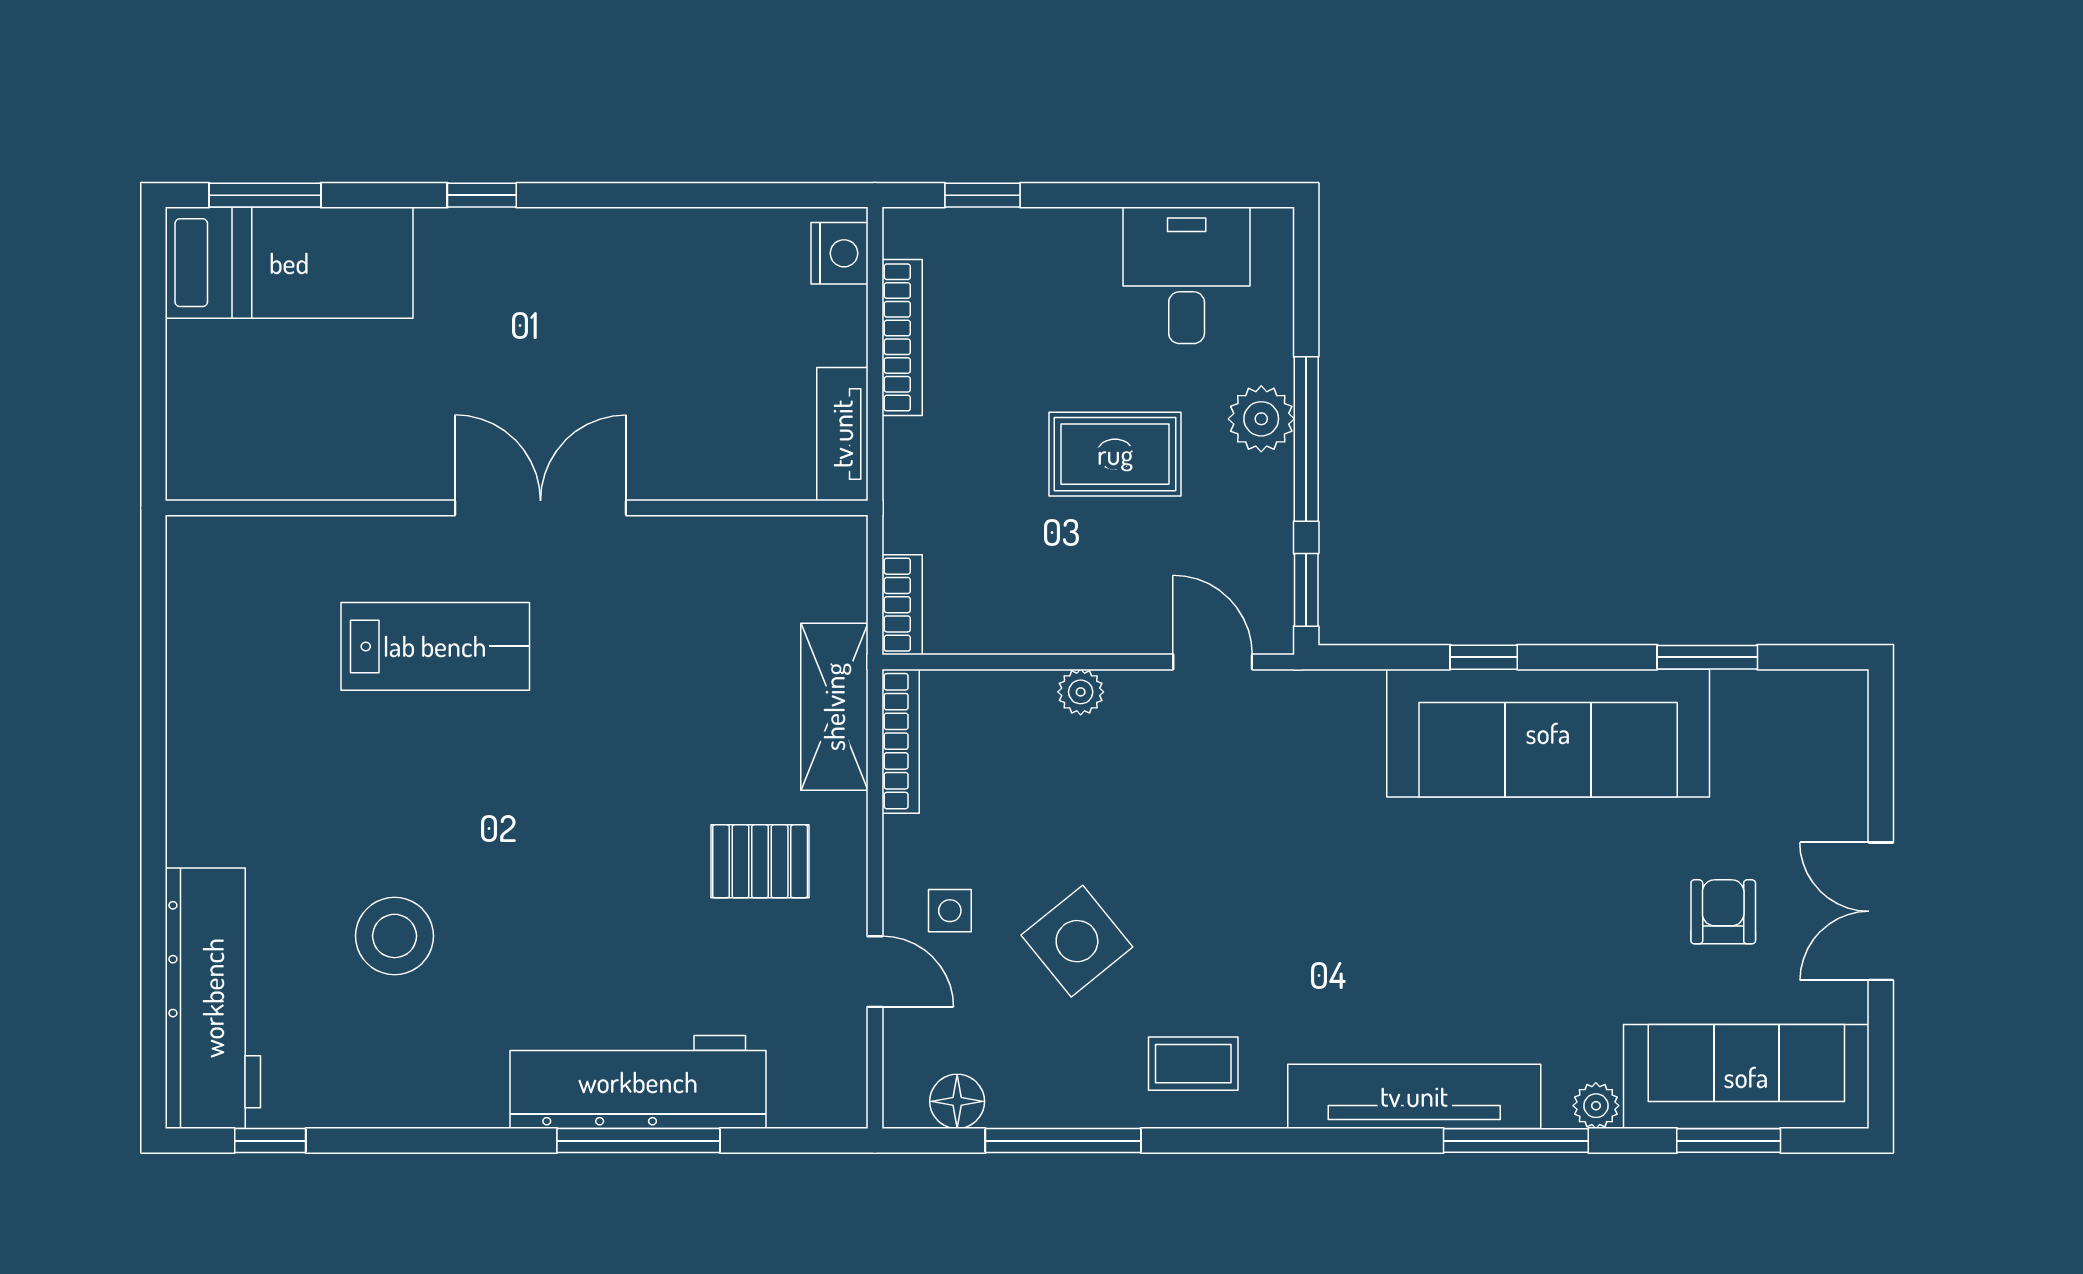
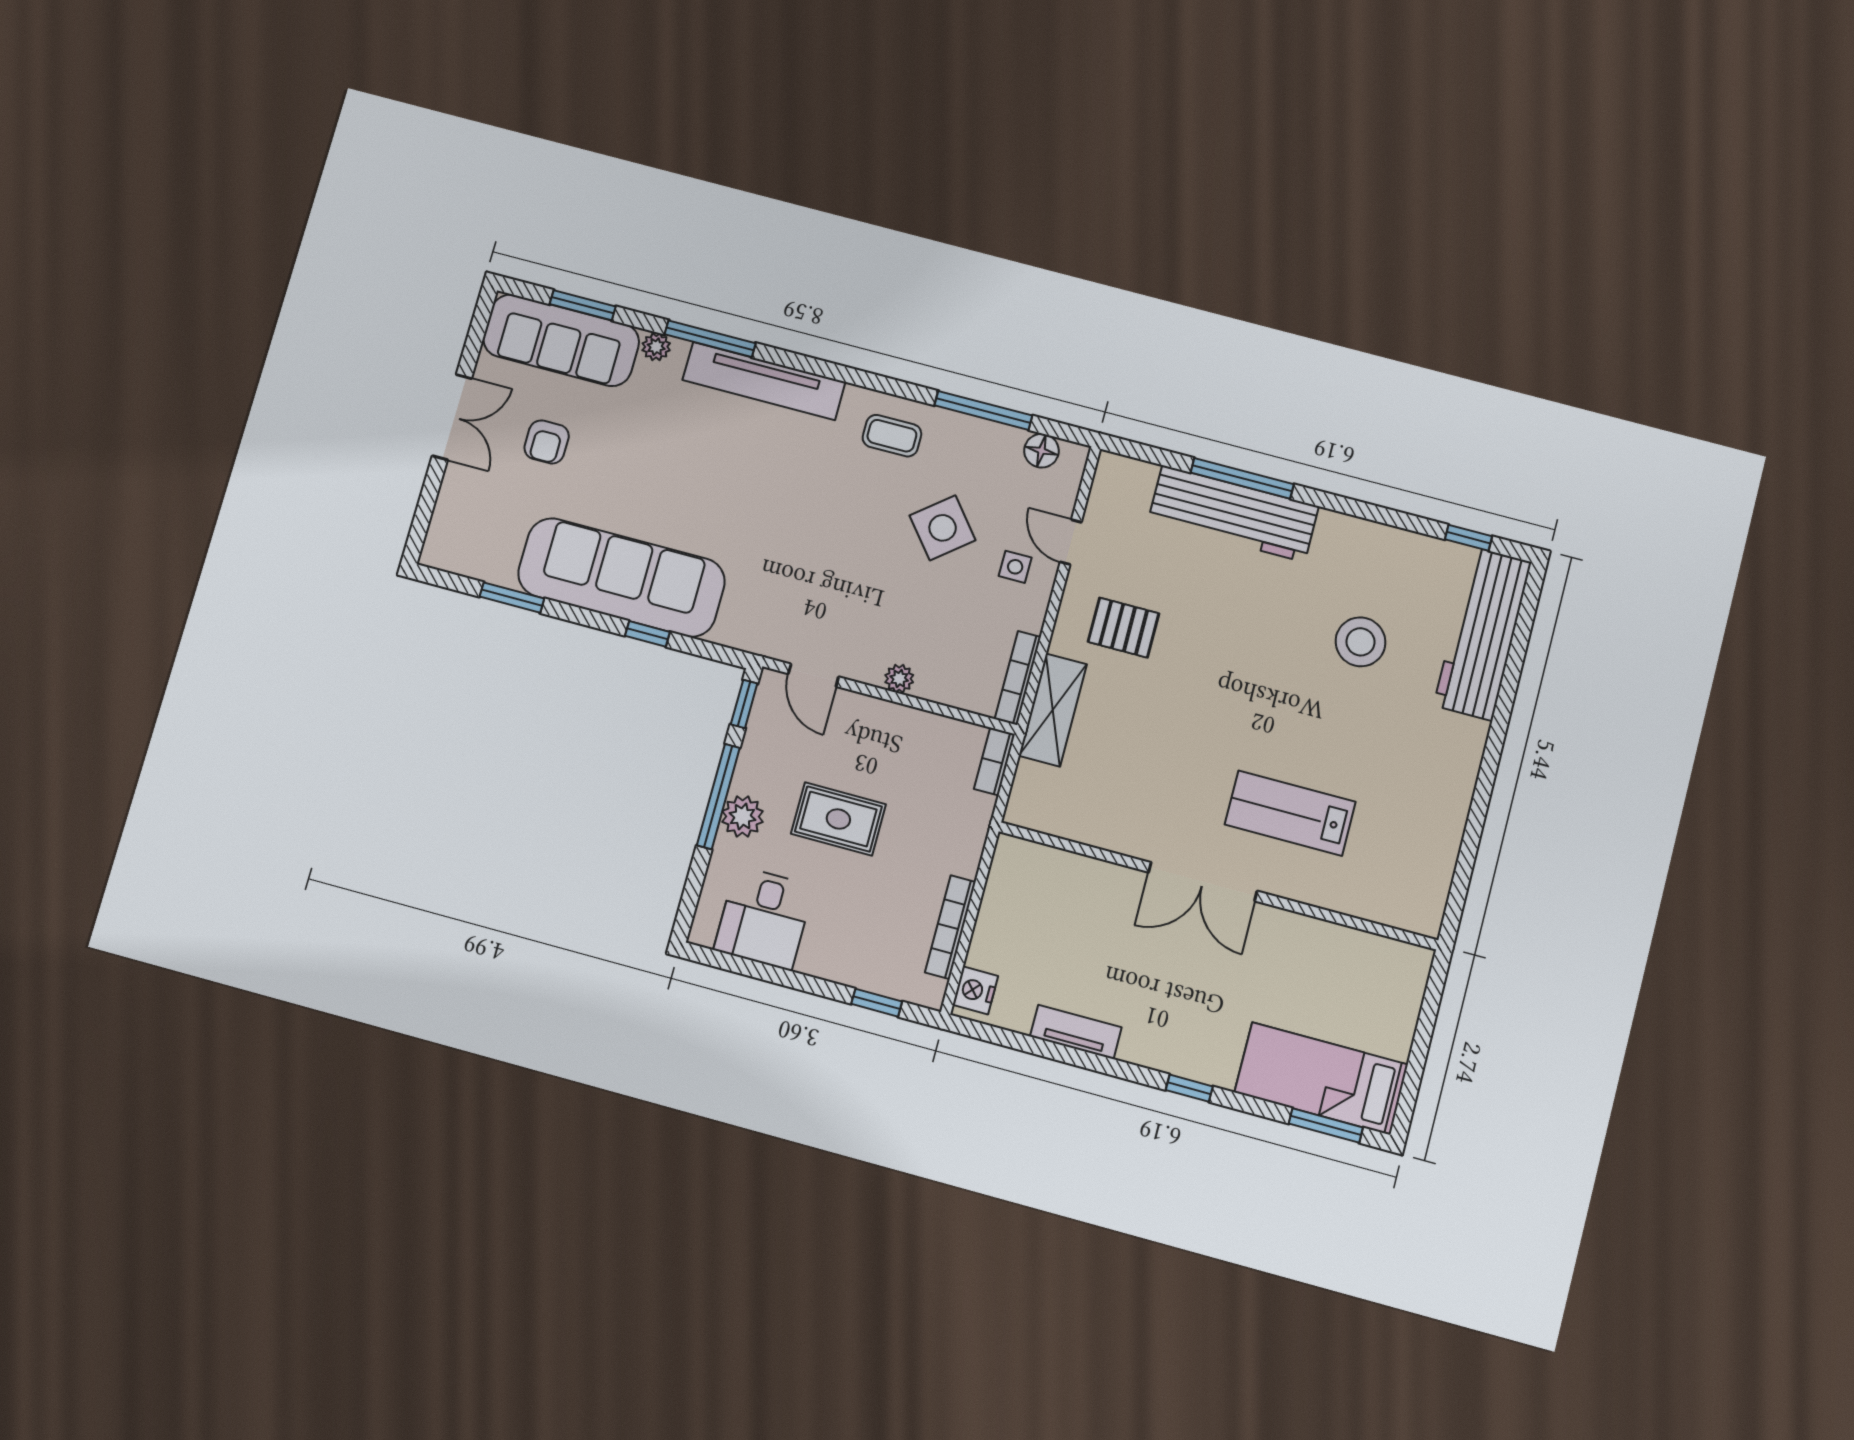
tv unit: (842, 434) -> (1076, 1032), moved, turned -90

